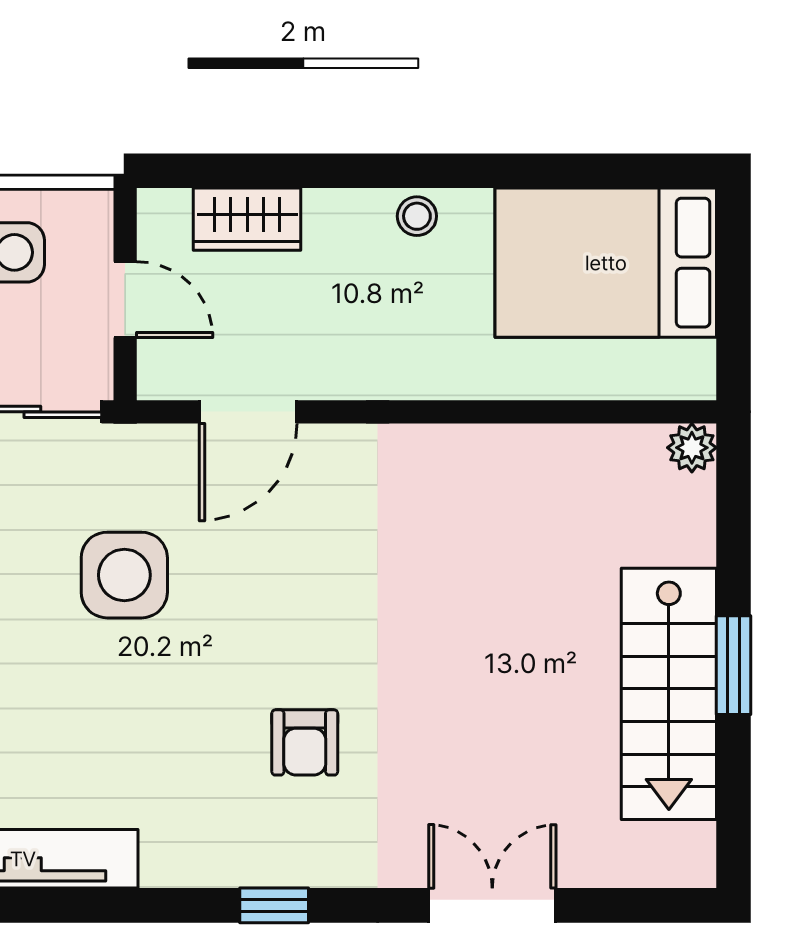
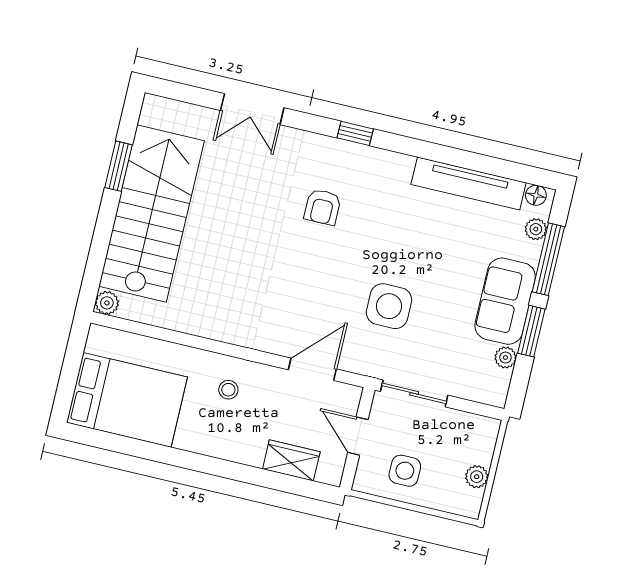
stool: (417, 216) -> (228, 390), moved
window: (734, 665) -> (118, 166), moved
stairs: (669, 694) -> (151, 214), width x1.36, depth x1.51
armchair: (305, 742) -> (323, 207), turned 180

